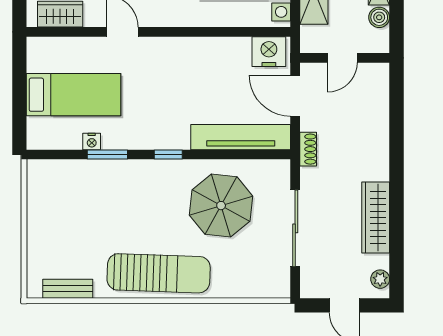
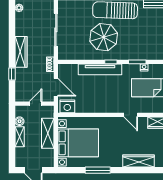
window: (397, 126) -> (12, 74), added
tv unit: (241, 137) -> (100, 69), moved
parasol: (221, 206) -> (104, 37), moved
wardrobe: (376, 218) -> (21, 52), moved

